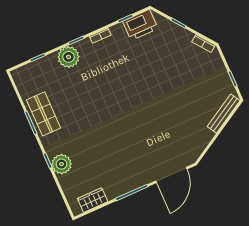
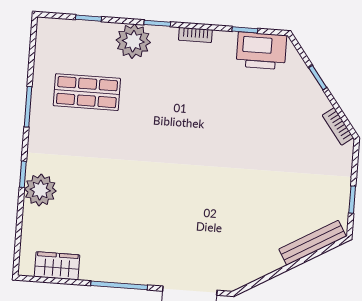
shop shelf: (44, 114) -> (87, 92), moved, turned 90

